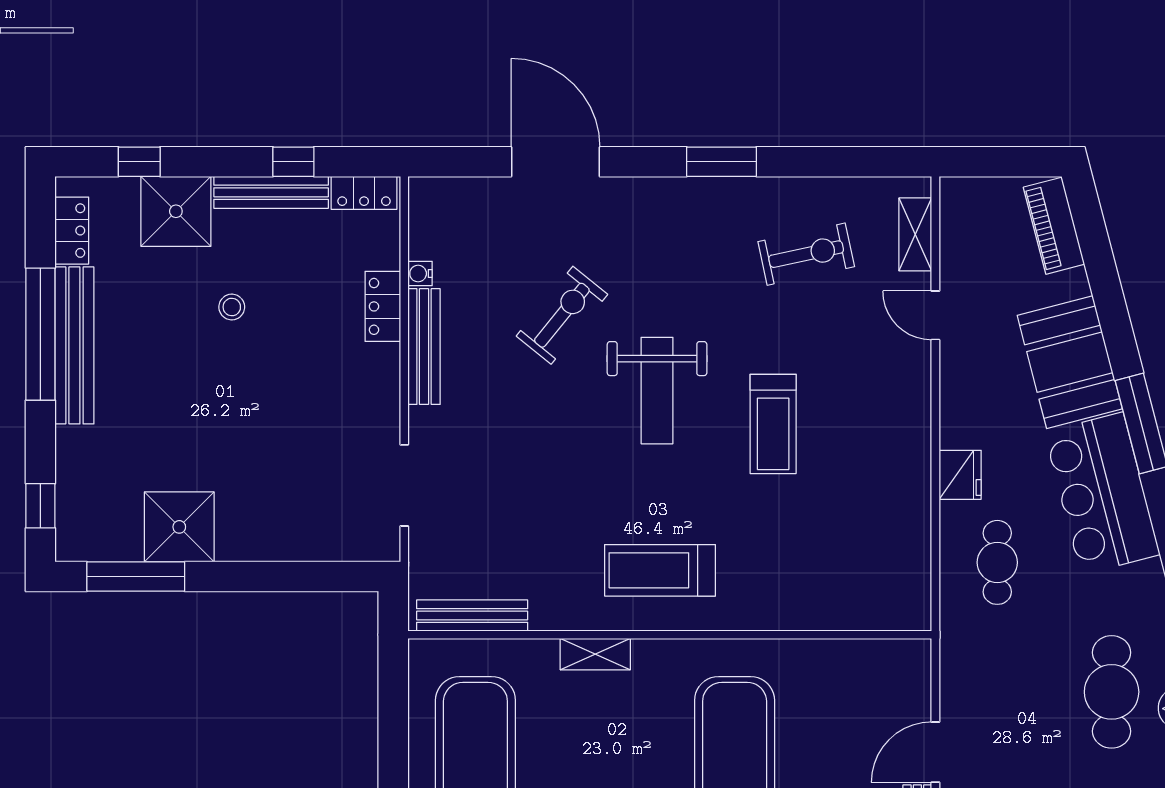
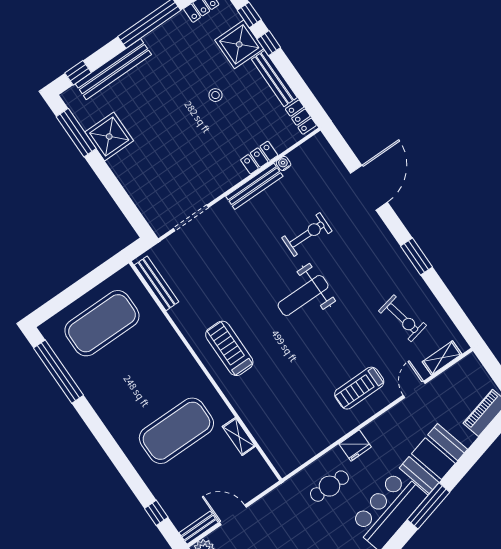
window: (293, 162) -> (269, 43), moved
exercise bike: (562, 315) -> (307, 234), turned -38
bench: (74, 345) -> (113, 69), moved
treadmill: (773, 424) -> (359, 388), moved
shelving: (595, 654) -> (239, 436), moved

